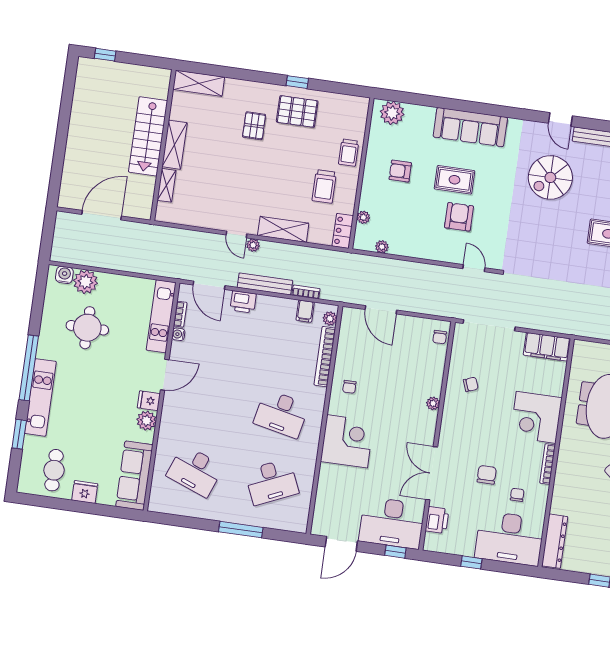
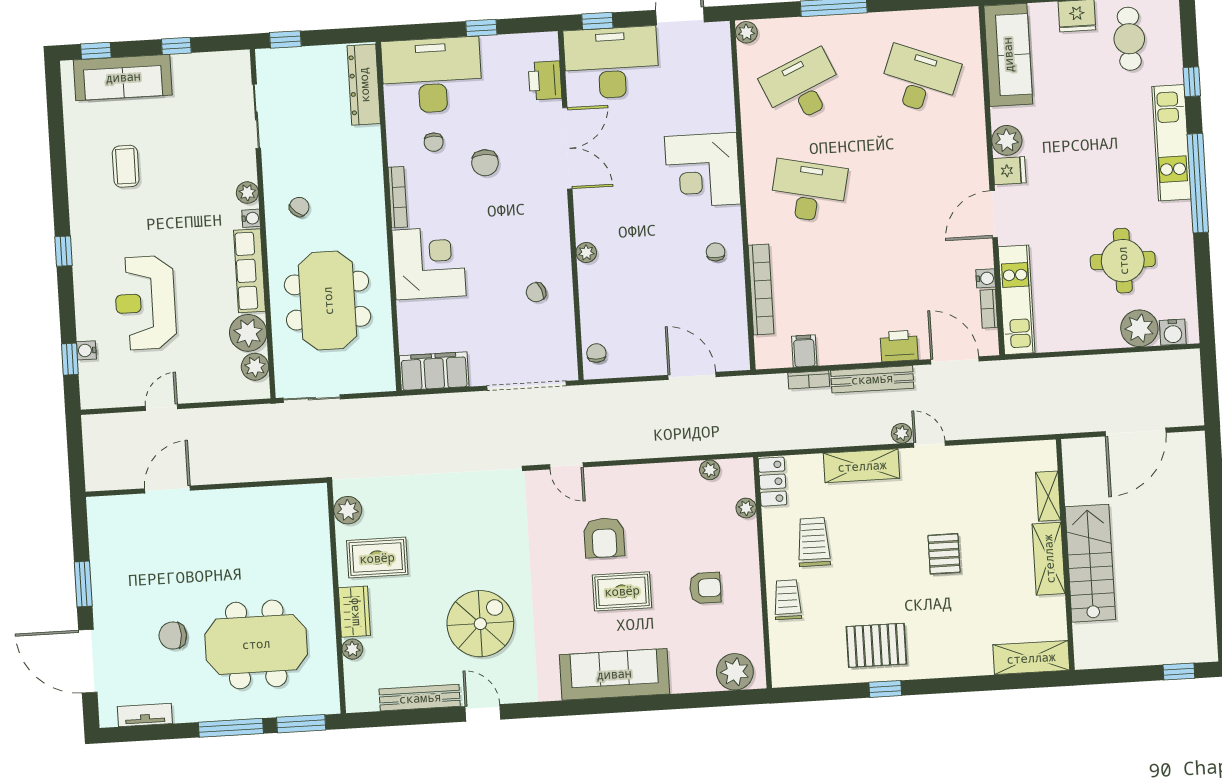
pallet: (254, 126) -> (944, 554), moved
plant: (330, 319) -> (746, 32), moved
window: (19, 434) -> (1192, 82), width x0.67

